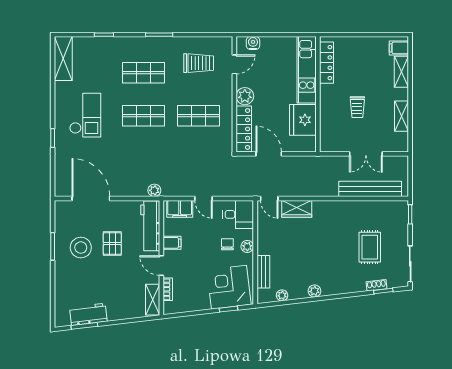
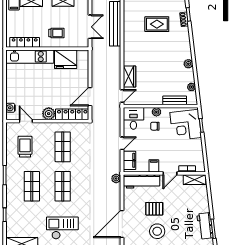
locker: (326, 63) -> (25, 42), moved
kitchen unit: (307, 70) -> (30, 57), moved
wall: (318, 94) -> (47, 49), moved
fridge: (303, 120) -> (66, 59), moved

